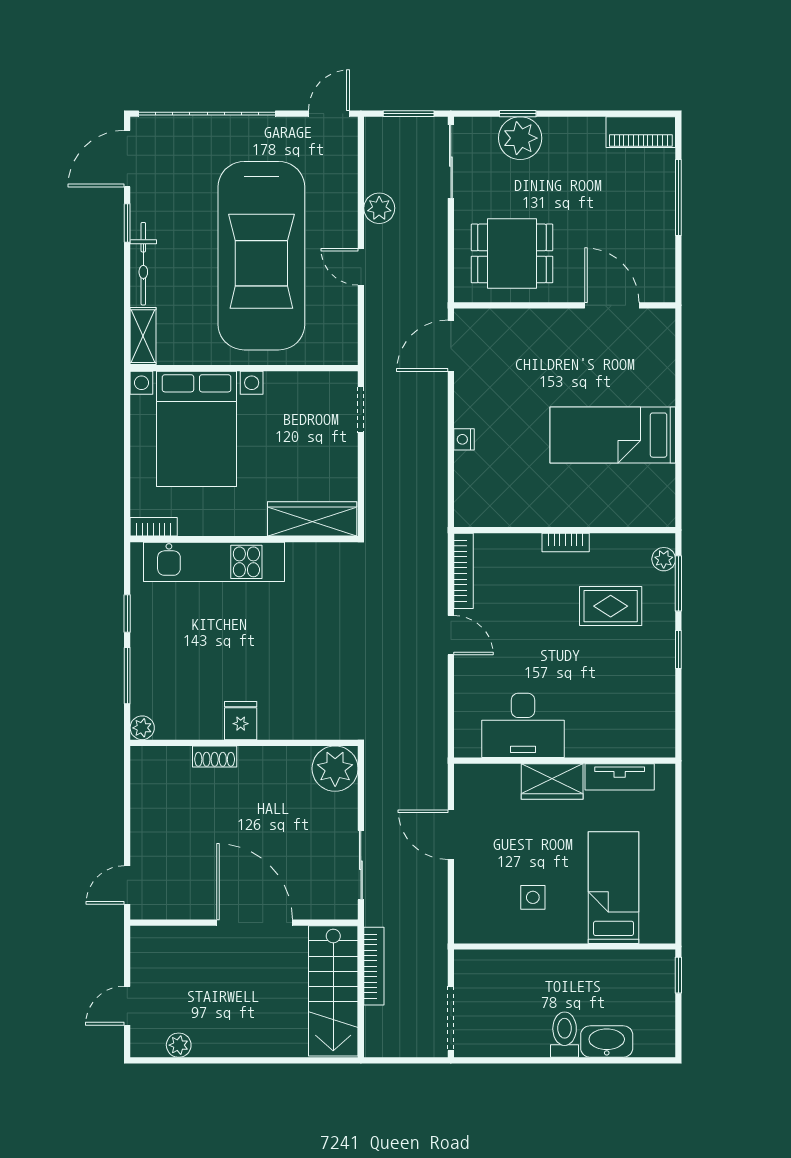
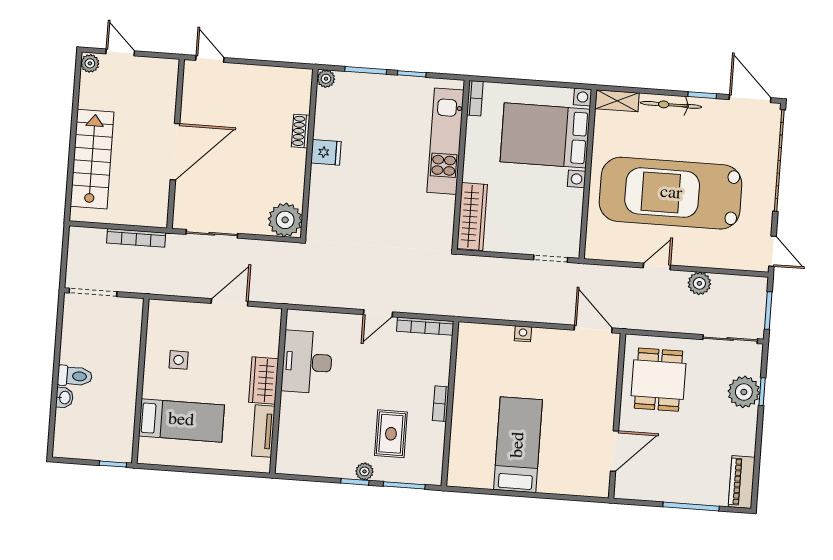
plant: (664, 559) -> (364, 471), moved
stairs: (333, 991) -> (92, 159), moved, turned 90
washbasin: (607, 1041) -> (64, 398), width x0.52, depth x0.69
plant: (179, 1045) -> (90, 63), moved

